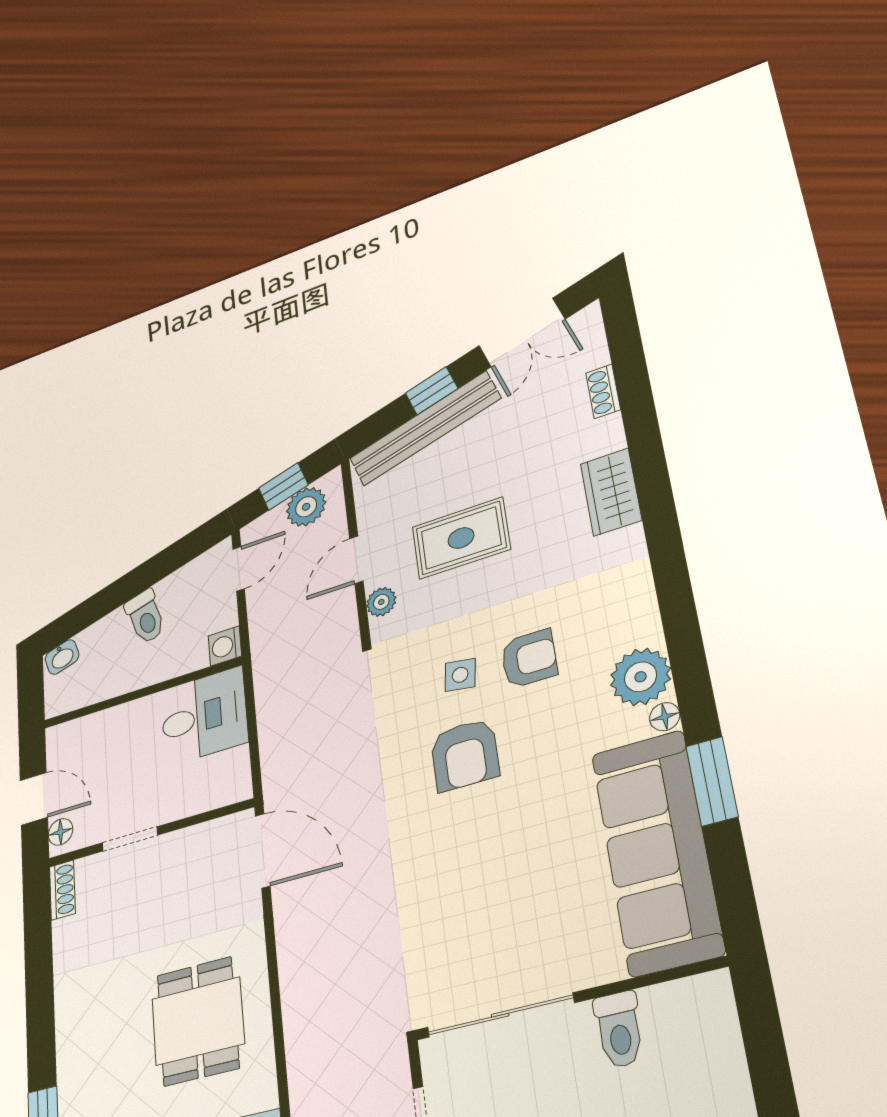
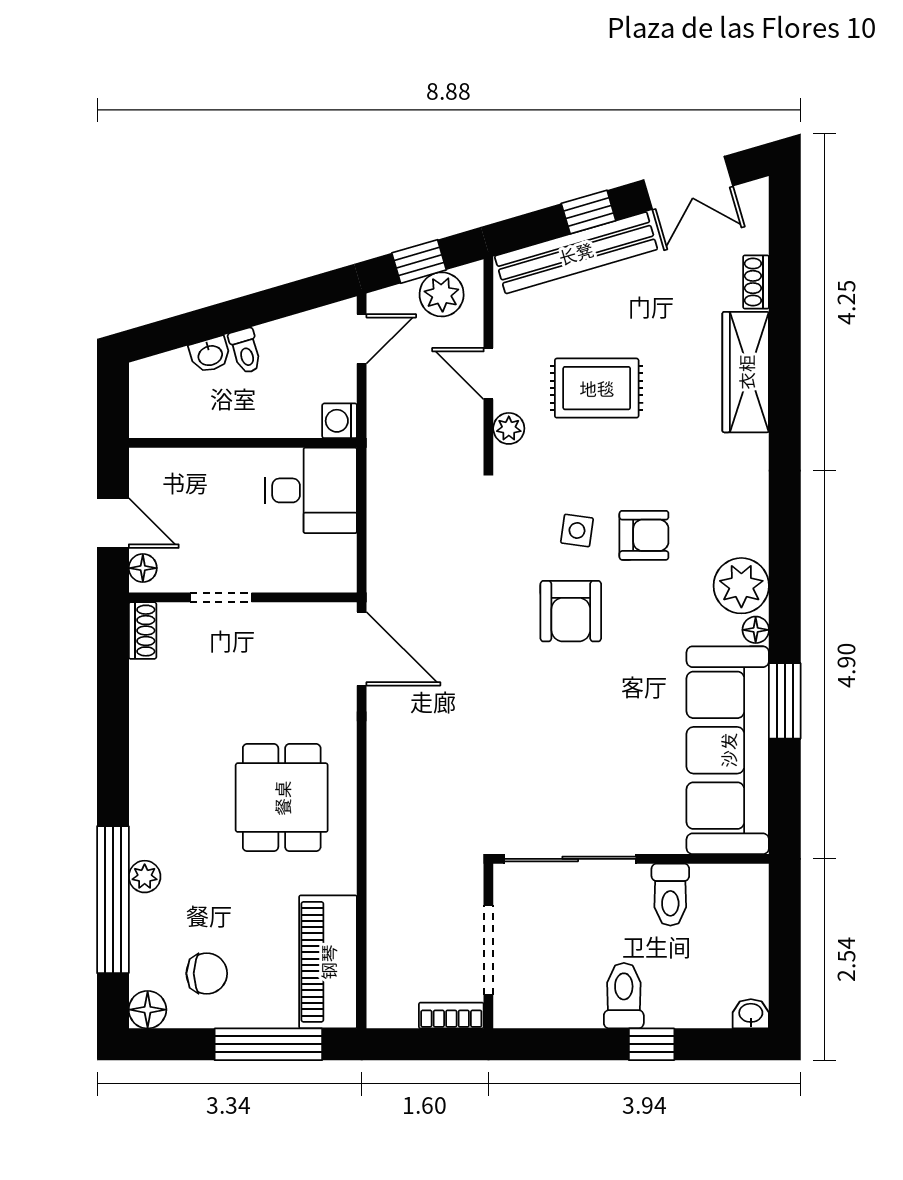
wardrobe: (611, 492) -> (746, 372), width x1.50
door: (356, 560) -> (488, 374), hinge flipped
toilet: (145, 617) -> (245, 351), width x0.73, depth x0.72
washbasin: (62, 657) -> (210, 355), moved

